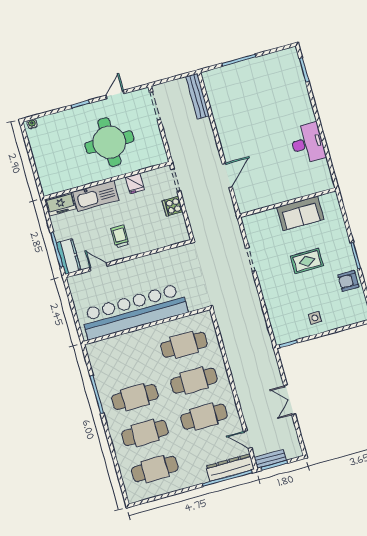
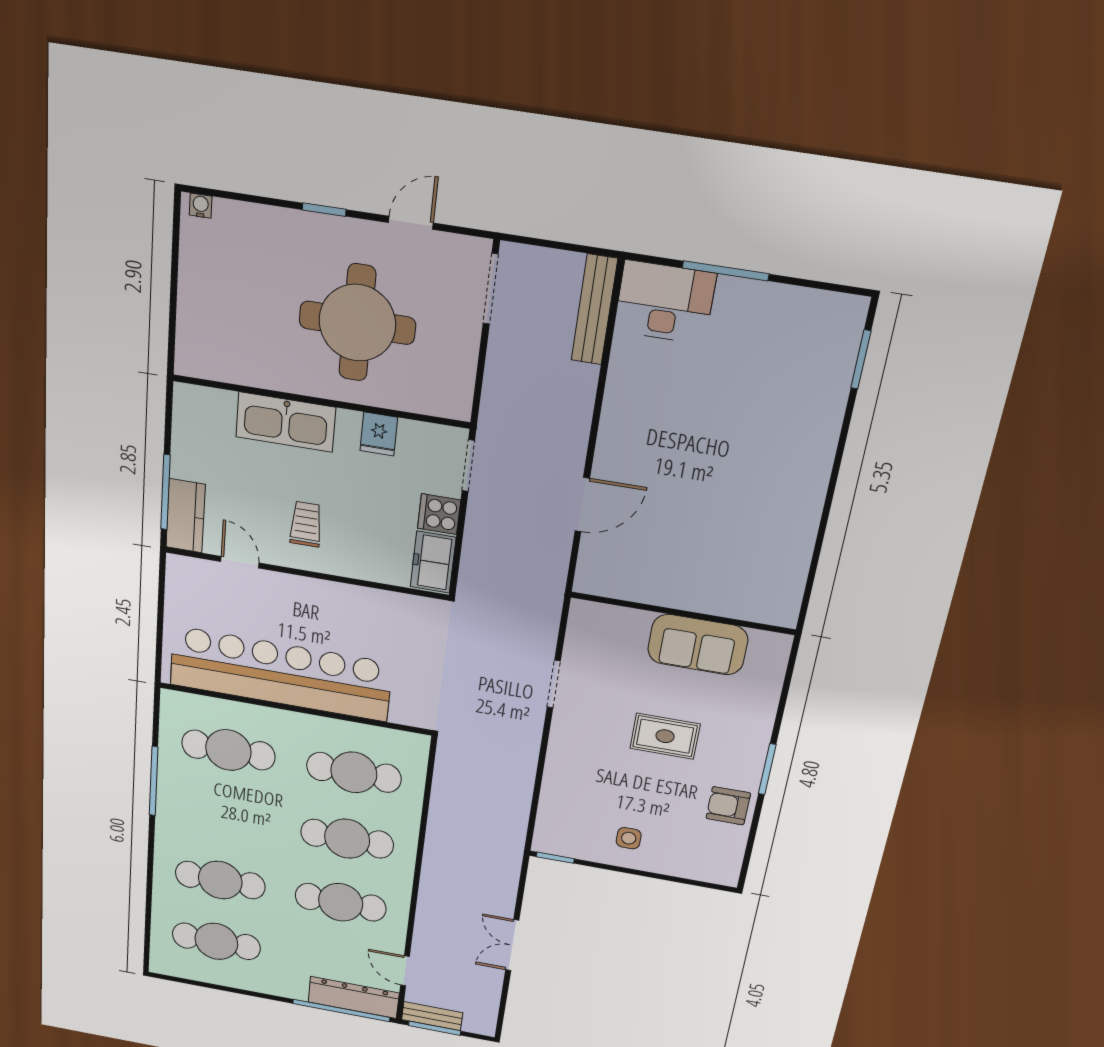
desk: (308, 143) -> (665, 302), moved, turned -90
freezer: (61, 204) -> (433, 562), moved, turned 90
cafe table: (135, 397) -> (228, 750), moved

